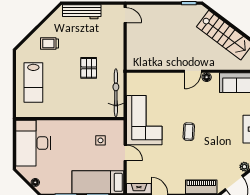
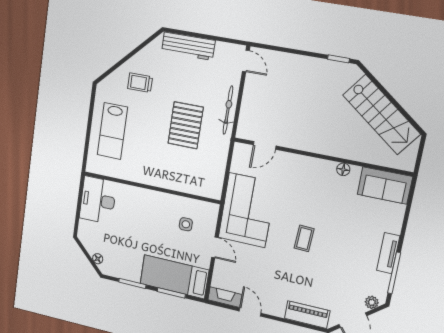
pallet: (89, 68) -> (186, 125), width x1.50, depth x1.42
door: (193, 71) -> (265, 145), moved
bicycle: (116, 93) -> (228, 110), moved, width x0.73, depth x0.71
desk: (33, 143) -> (98, 200), width x0.73, depth x0.77

